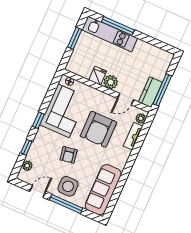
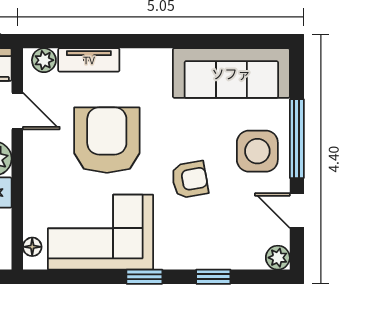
armchair: (98, 129) -> (107, 140), turned -90
plant: (27, 166) -> (278, 258), moved

